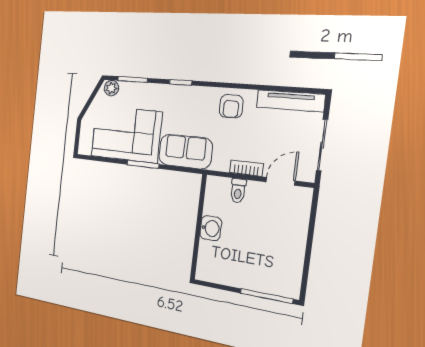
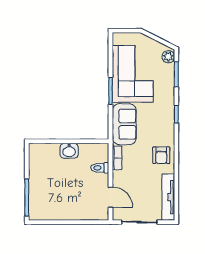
armchair: (231, 106) -> (161, 155), turned -90
bookcase: (246, 168) -> (117, 158), moved

